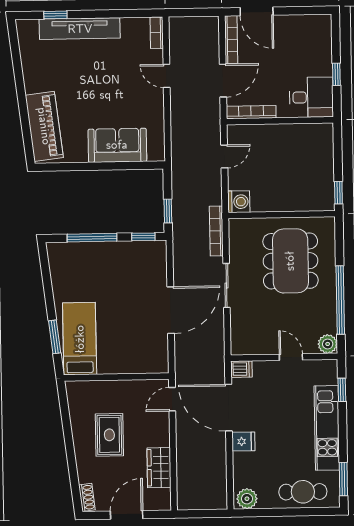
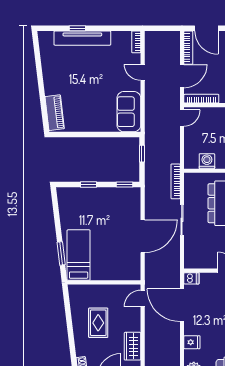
window: (55, 15) -> (77, 28), moved
piano: (44, 126) -> (55, 113), width x0.73, depth x0.75
sofa: (117, 145) -> (129, 112), moved, turned -90
door: (224, 156) -> (182, 118), moved
washing machine: (239, 202) -> (207, 161), moved, turned -90
window: (168, 211) -> (142, 154), moved
window: (92, 238) -> (88, 185), width x0.46
fridge: (243, 442) -> (192, 342), moved

